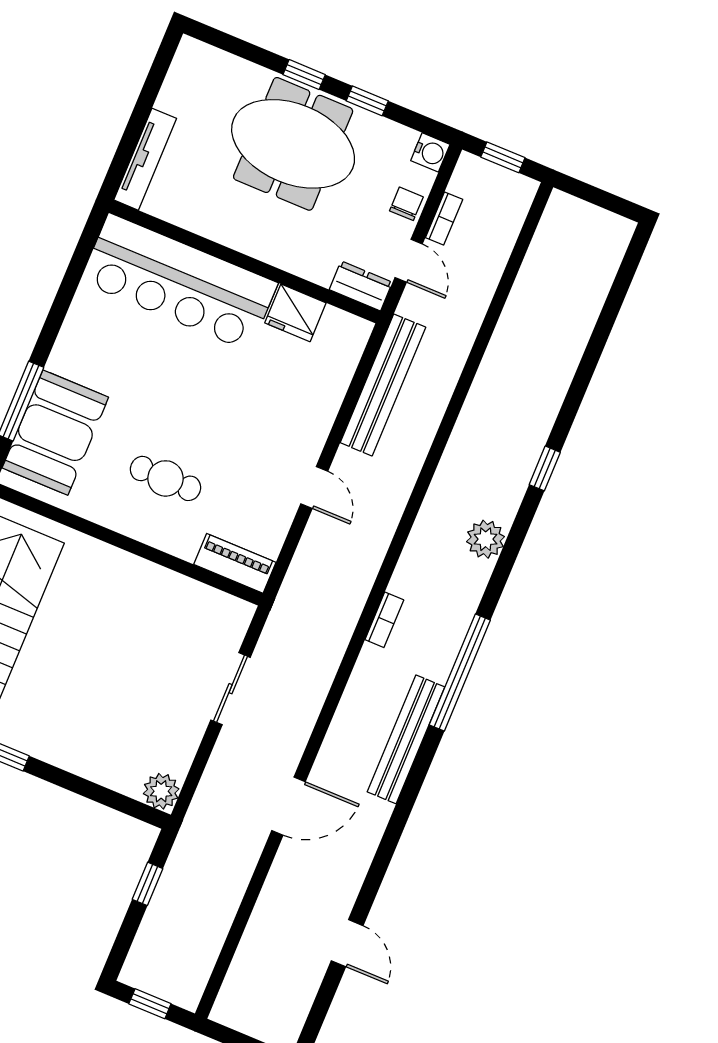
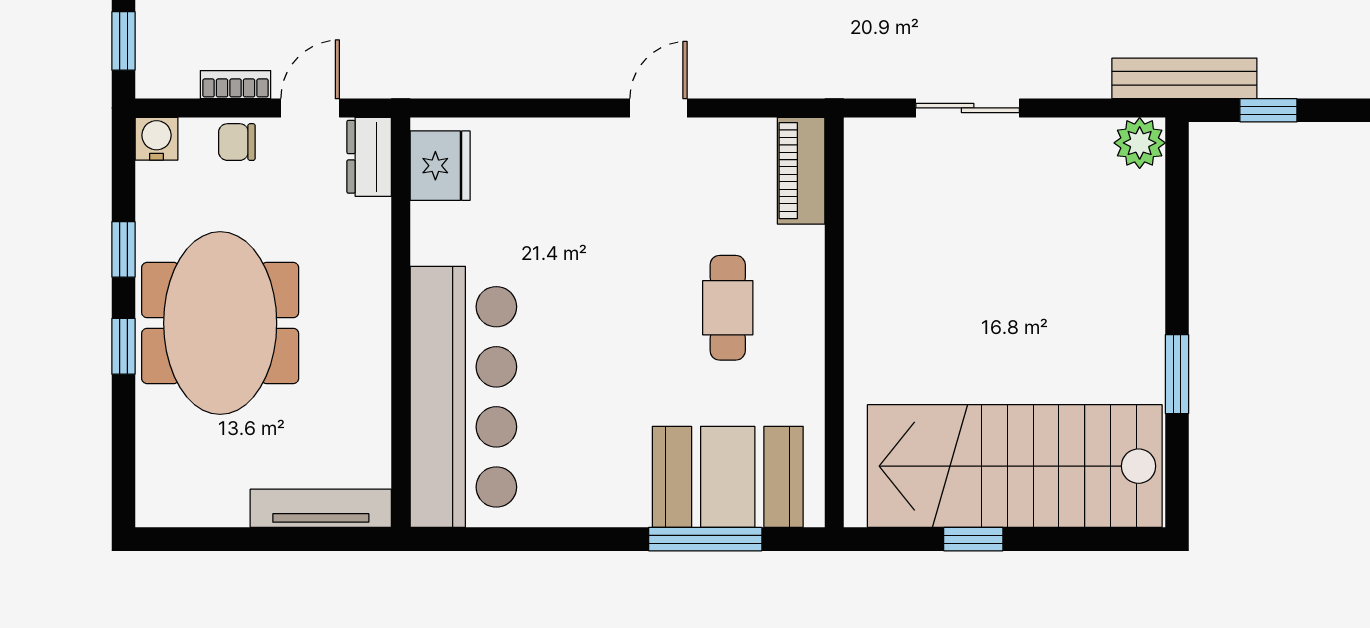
fridge: (295, 313) -> (440, 166), moved
bench: (383, 385) -> (1184, 78), moved, width x0.73, depth x0.82

